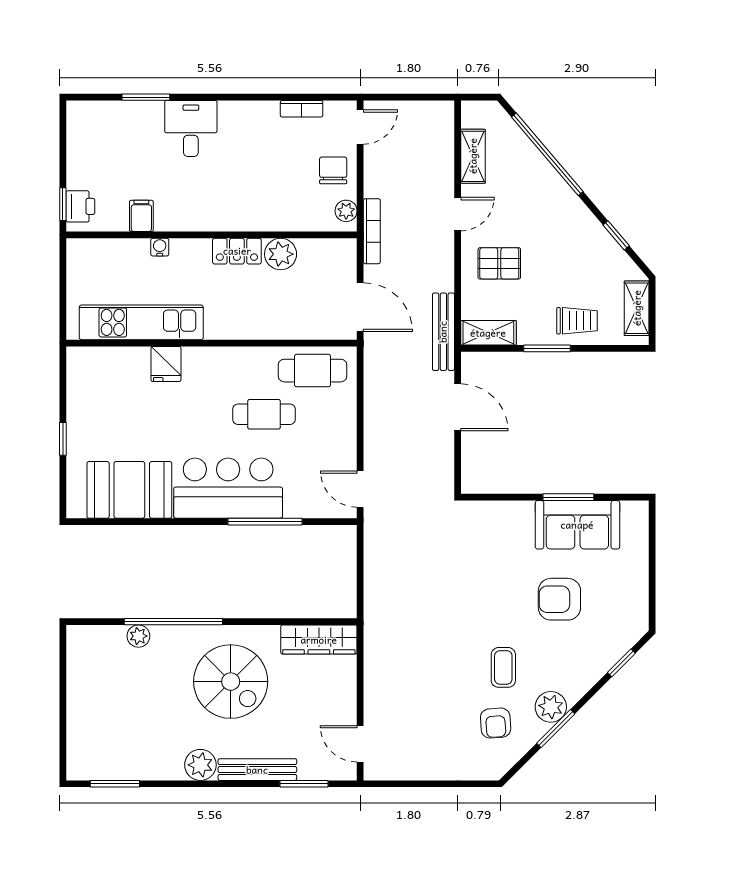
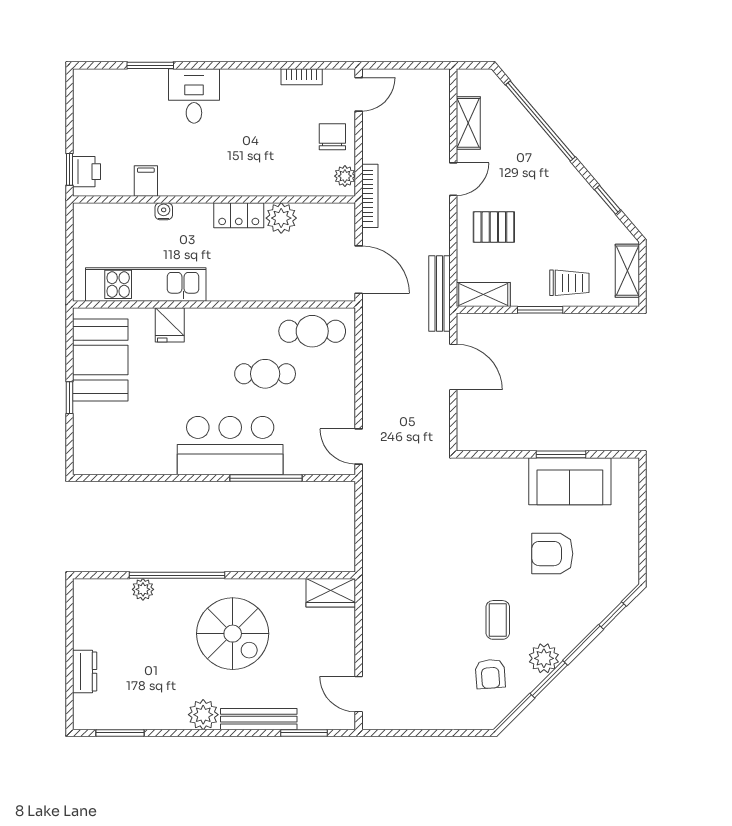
booth: (129, 490) -> (100, 360), moved, turned 90
wardrobe: (319, 640) -> (331, 593), width x0.67
dresser: (78, 720) -> (85, 671), added

